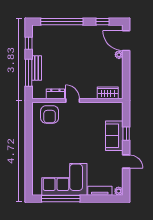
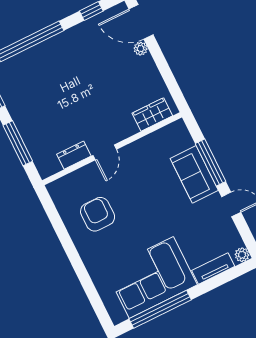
bench: (37, 68) -> (26, 130), removed
door: (73, 100) -> (105, 152), swing flipped
armchair: (50, 114) -> (98, 214), moved, turned 180
window: (126, 134) -> (211, 162), width x2.17

